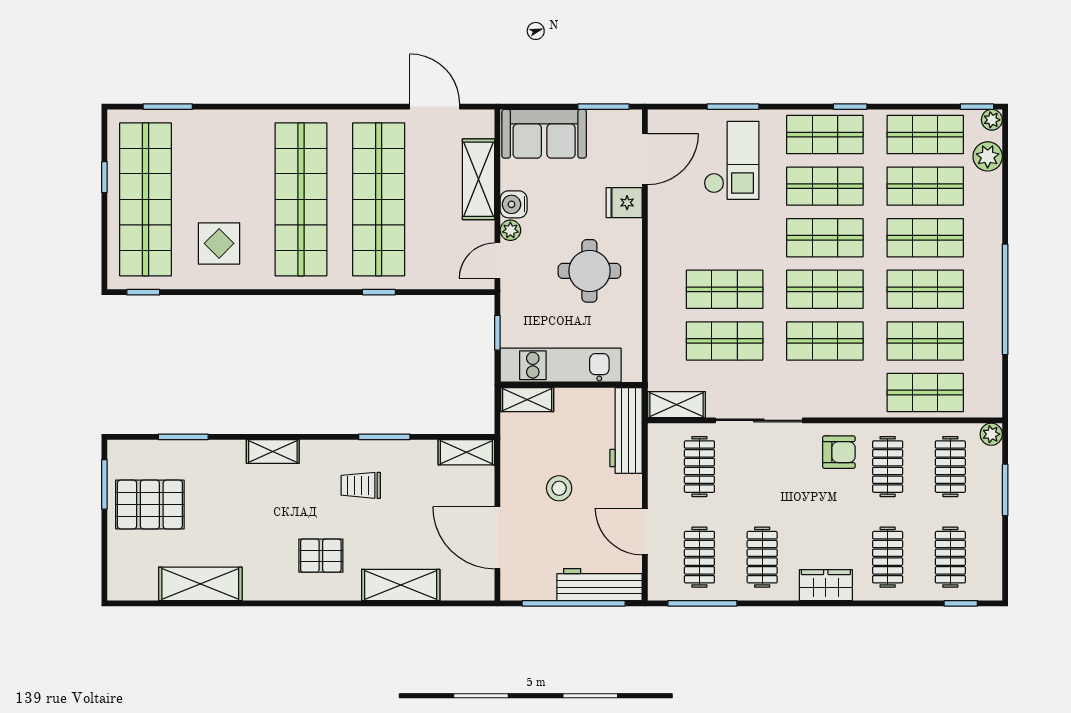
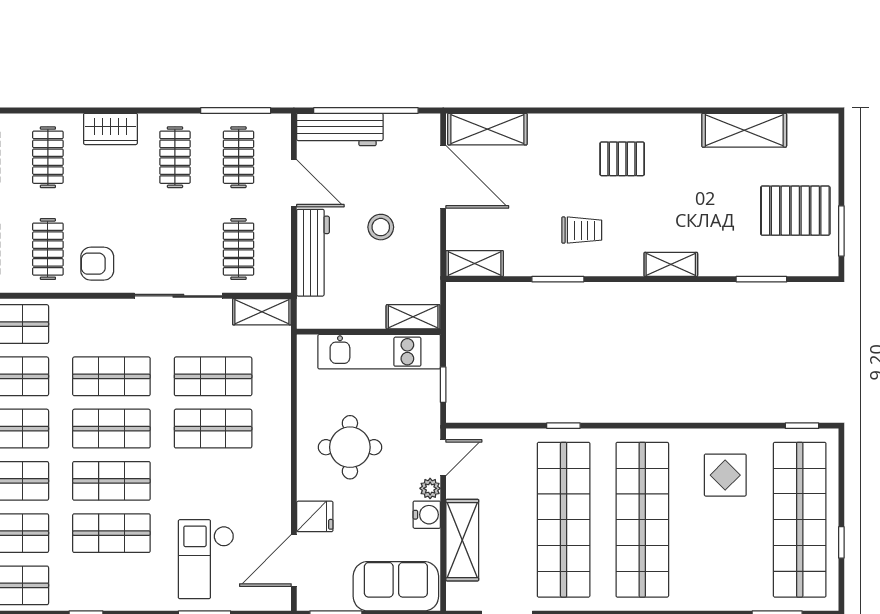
shop shelf: (825, 135) -> (111, 585), removed
workbench: (626, 431) -> (313, 253), moved
shelving: (401, 585) -> (487, 129), moved

